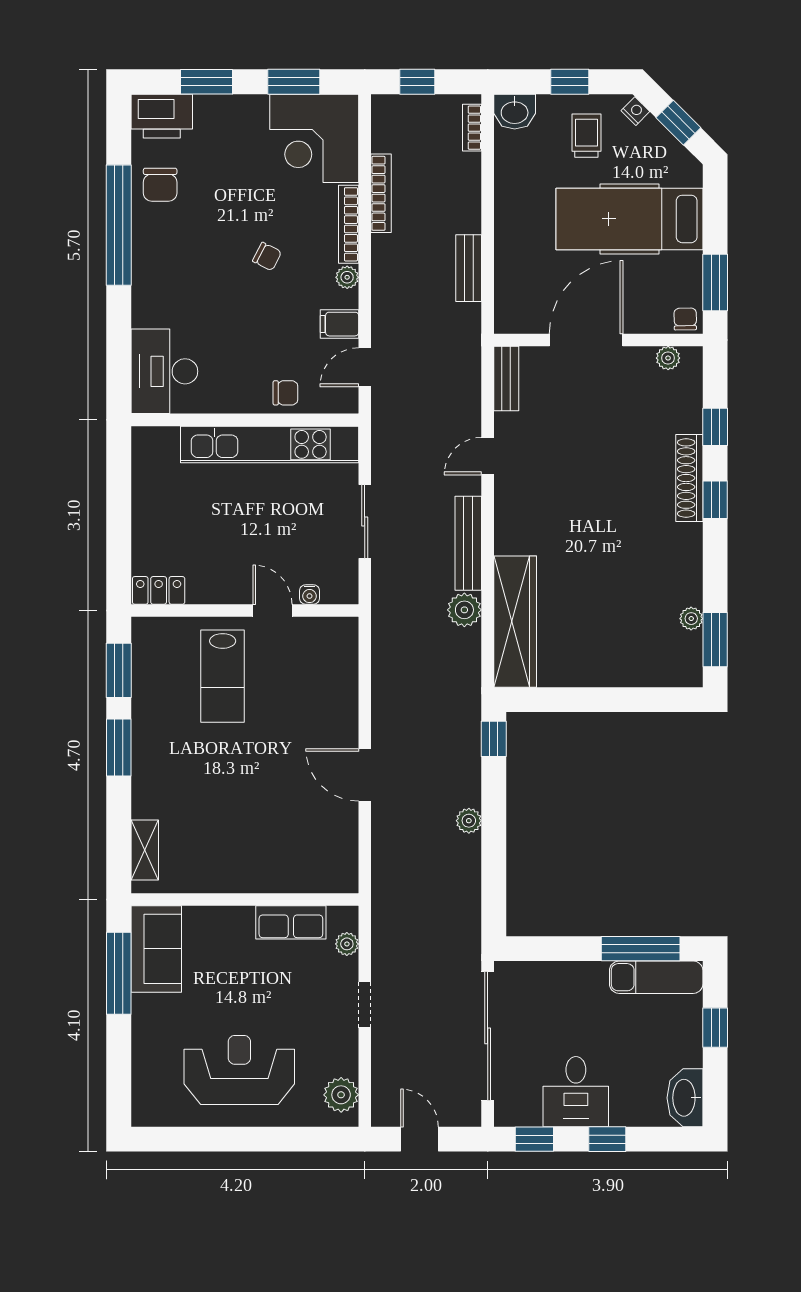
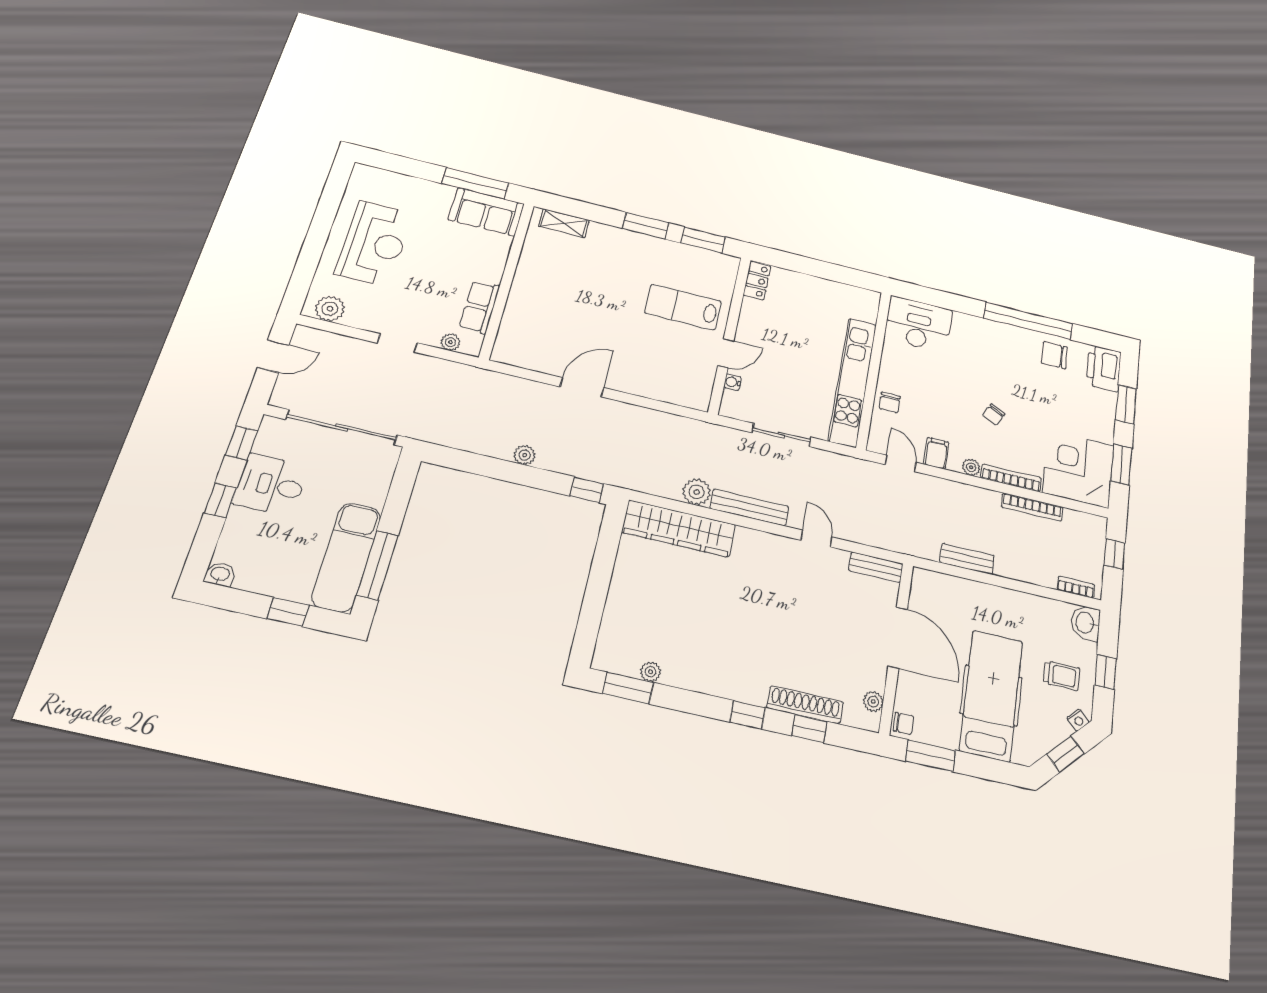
shoe rack: (689, 478) -> (805, 705), moved
exam couch: (656, 977) -> (346, 557), width x1.36, depth x1.45
washbasin: (685, 1098) -> (220, 574), width x0.52, depth x0.69

